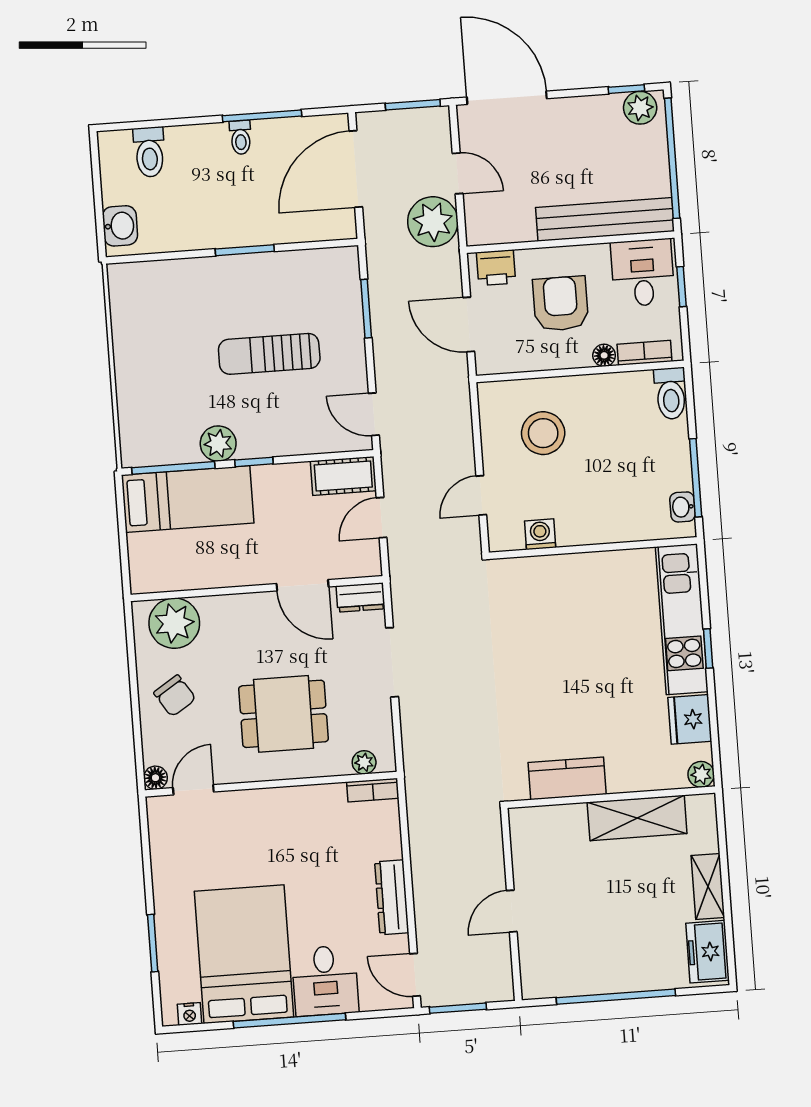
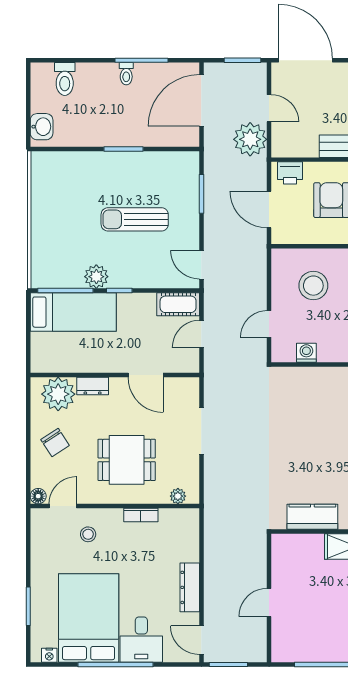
dresser: (361, 597) -> (93, 386), moved
bookcase: (373, 790) -> (141, 515), moved
stool: (234, 829) -> (88, 534), added

